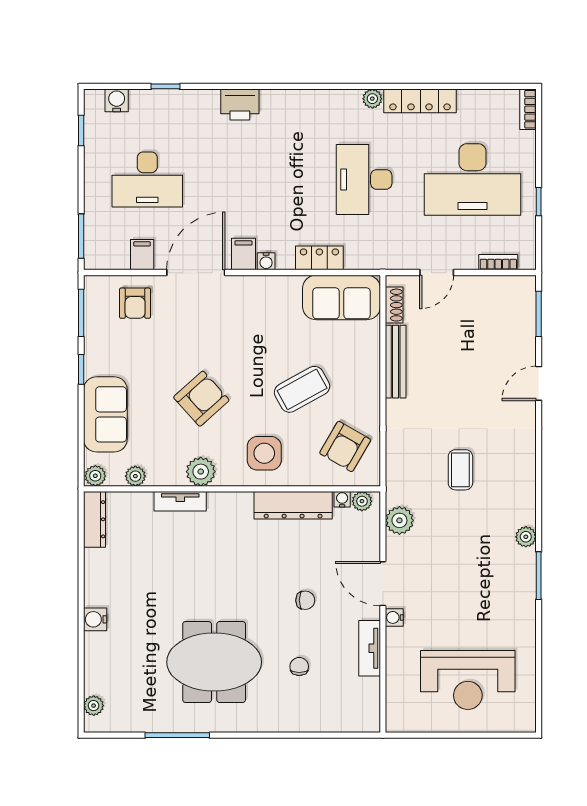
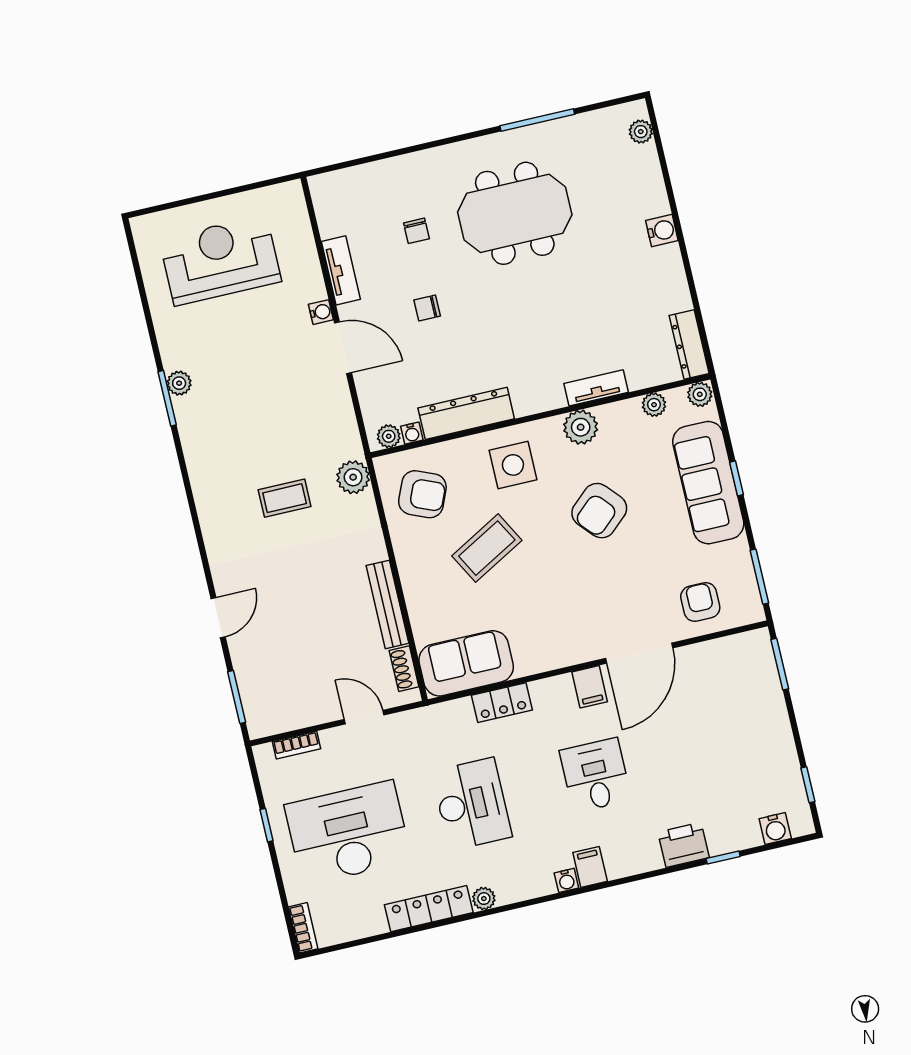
printer: (240, 105) -> (684, 845), moved
desk: (147, 179) -> (595, 775), moved, width x0.73
filing cabinet: (142, 255) -> (590, 867), moved, turned 180
water cooler: (266, 261) -> (566, 880), moved, turned 180
door: (437, 273) -> (364, 717), hinge flipped
window: (81, 369) -> (737, 478), moved
sofa: (105, 414) -> (708, 483), width x1.36
armchair: (345, 446) -> (422, 494), turned 83
coffee table: (460, 470) -> (285, 498), turned 90
plant: (399, 520) -> (353, 477), moved
plant: (526, 537) -> (179, 383), moved

